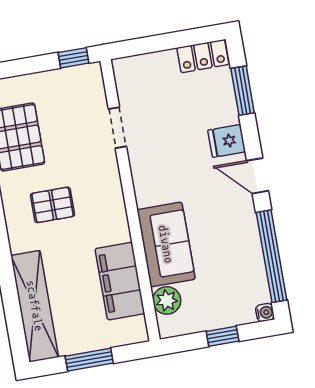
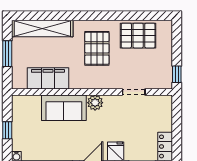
pallet: (53, 205) -> (97, 48), width x1.50, depth x1.42
plant: (167, 300) -> (95, 103), moved

